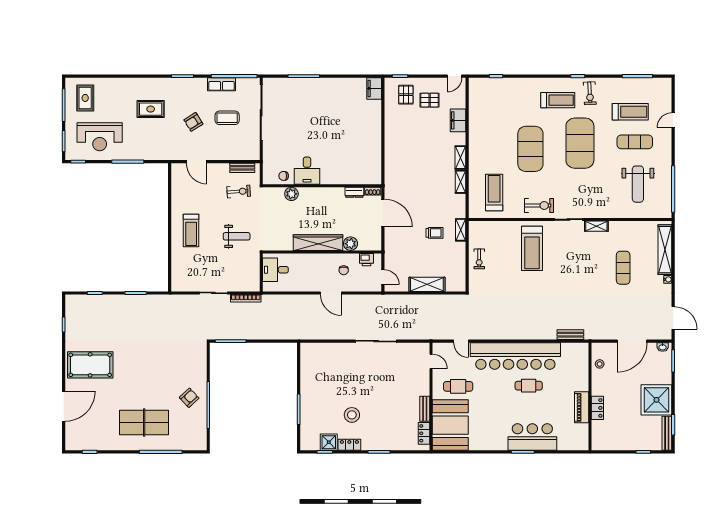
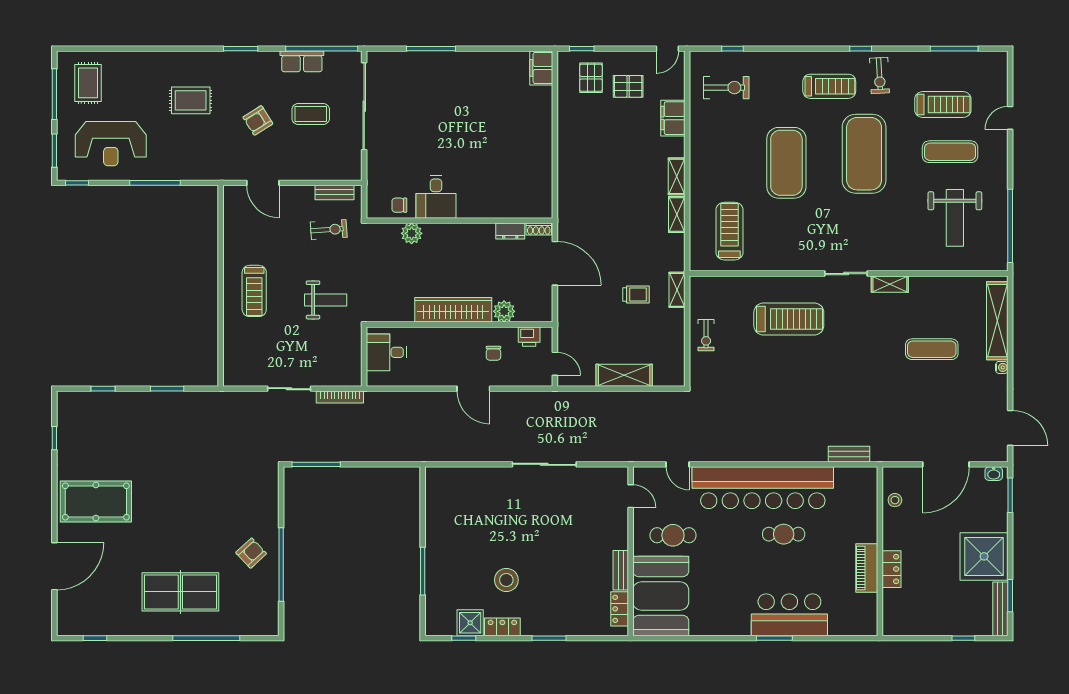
exercise bike: (539, 205) -> (726, 88), moved
treadmill: (532, 248) -> (789, 319), turned -90
exercise mat: (623, 268) -> (932, 349), turned 90

